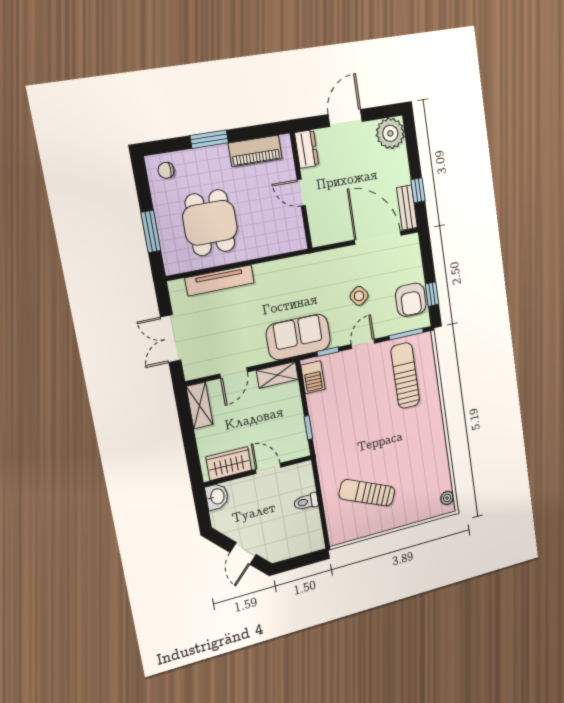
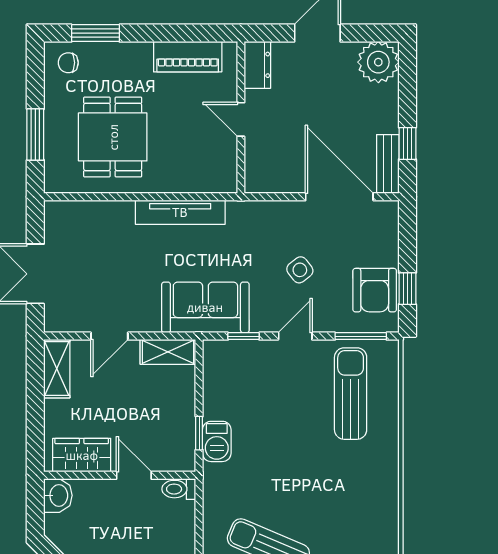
window: (209, 139) -> (96, 33), moved
tv unit: (220, 280) -> (180, 212), moved
barbecue: (313, 377) -> (217, 441), moved
toilet: (306, 502) -> (179, 489), moved

